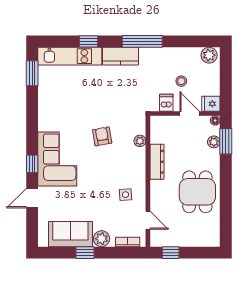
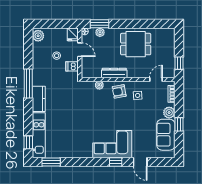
window: (89, 41) -> (28, 142), moved
door: (190, 113) -> (80, 50), swing flipped
armchair: (102, 136) -> (119, 91), moved

